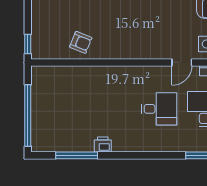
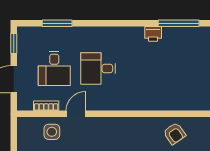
armchair: (81, 42) -> (174, 133), turned -147

